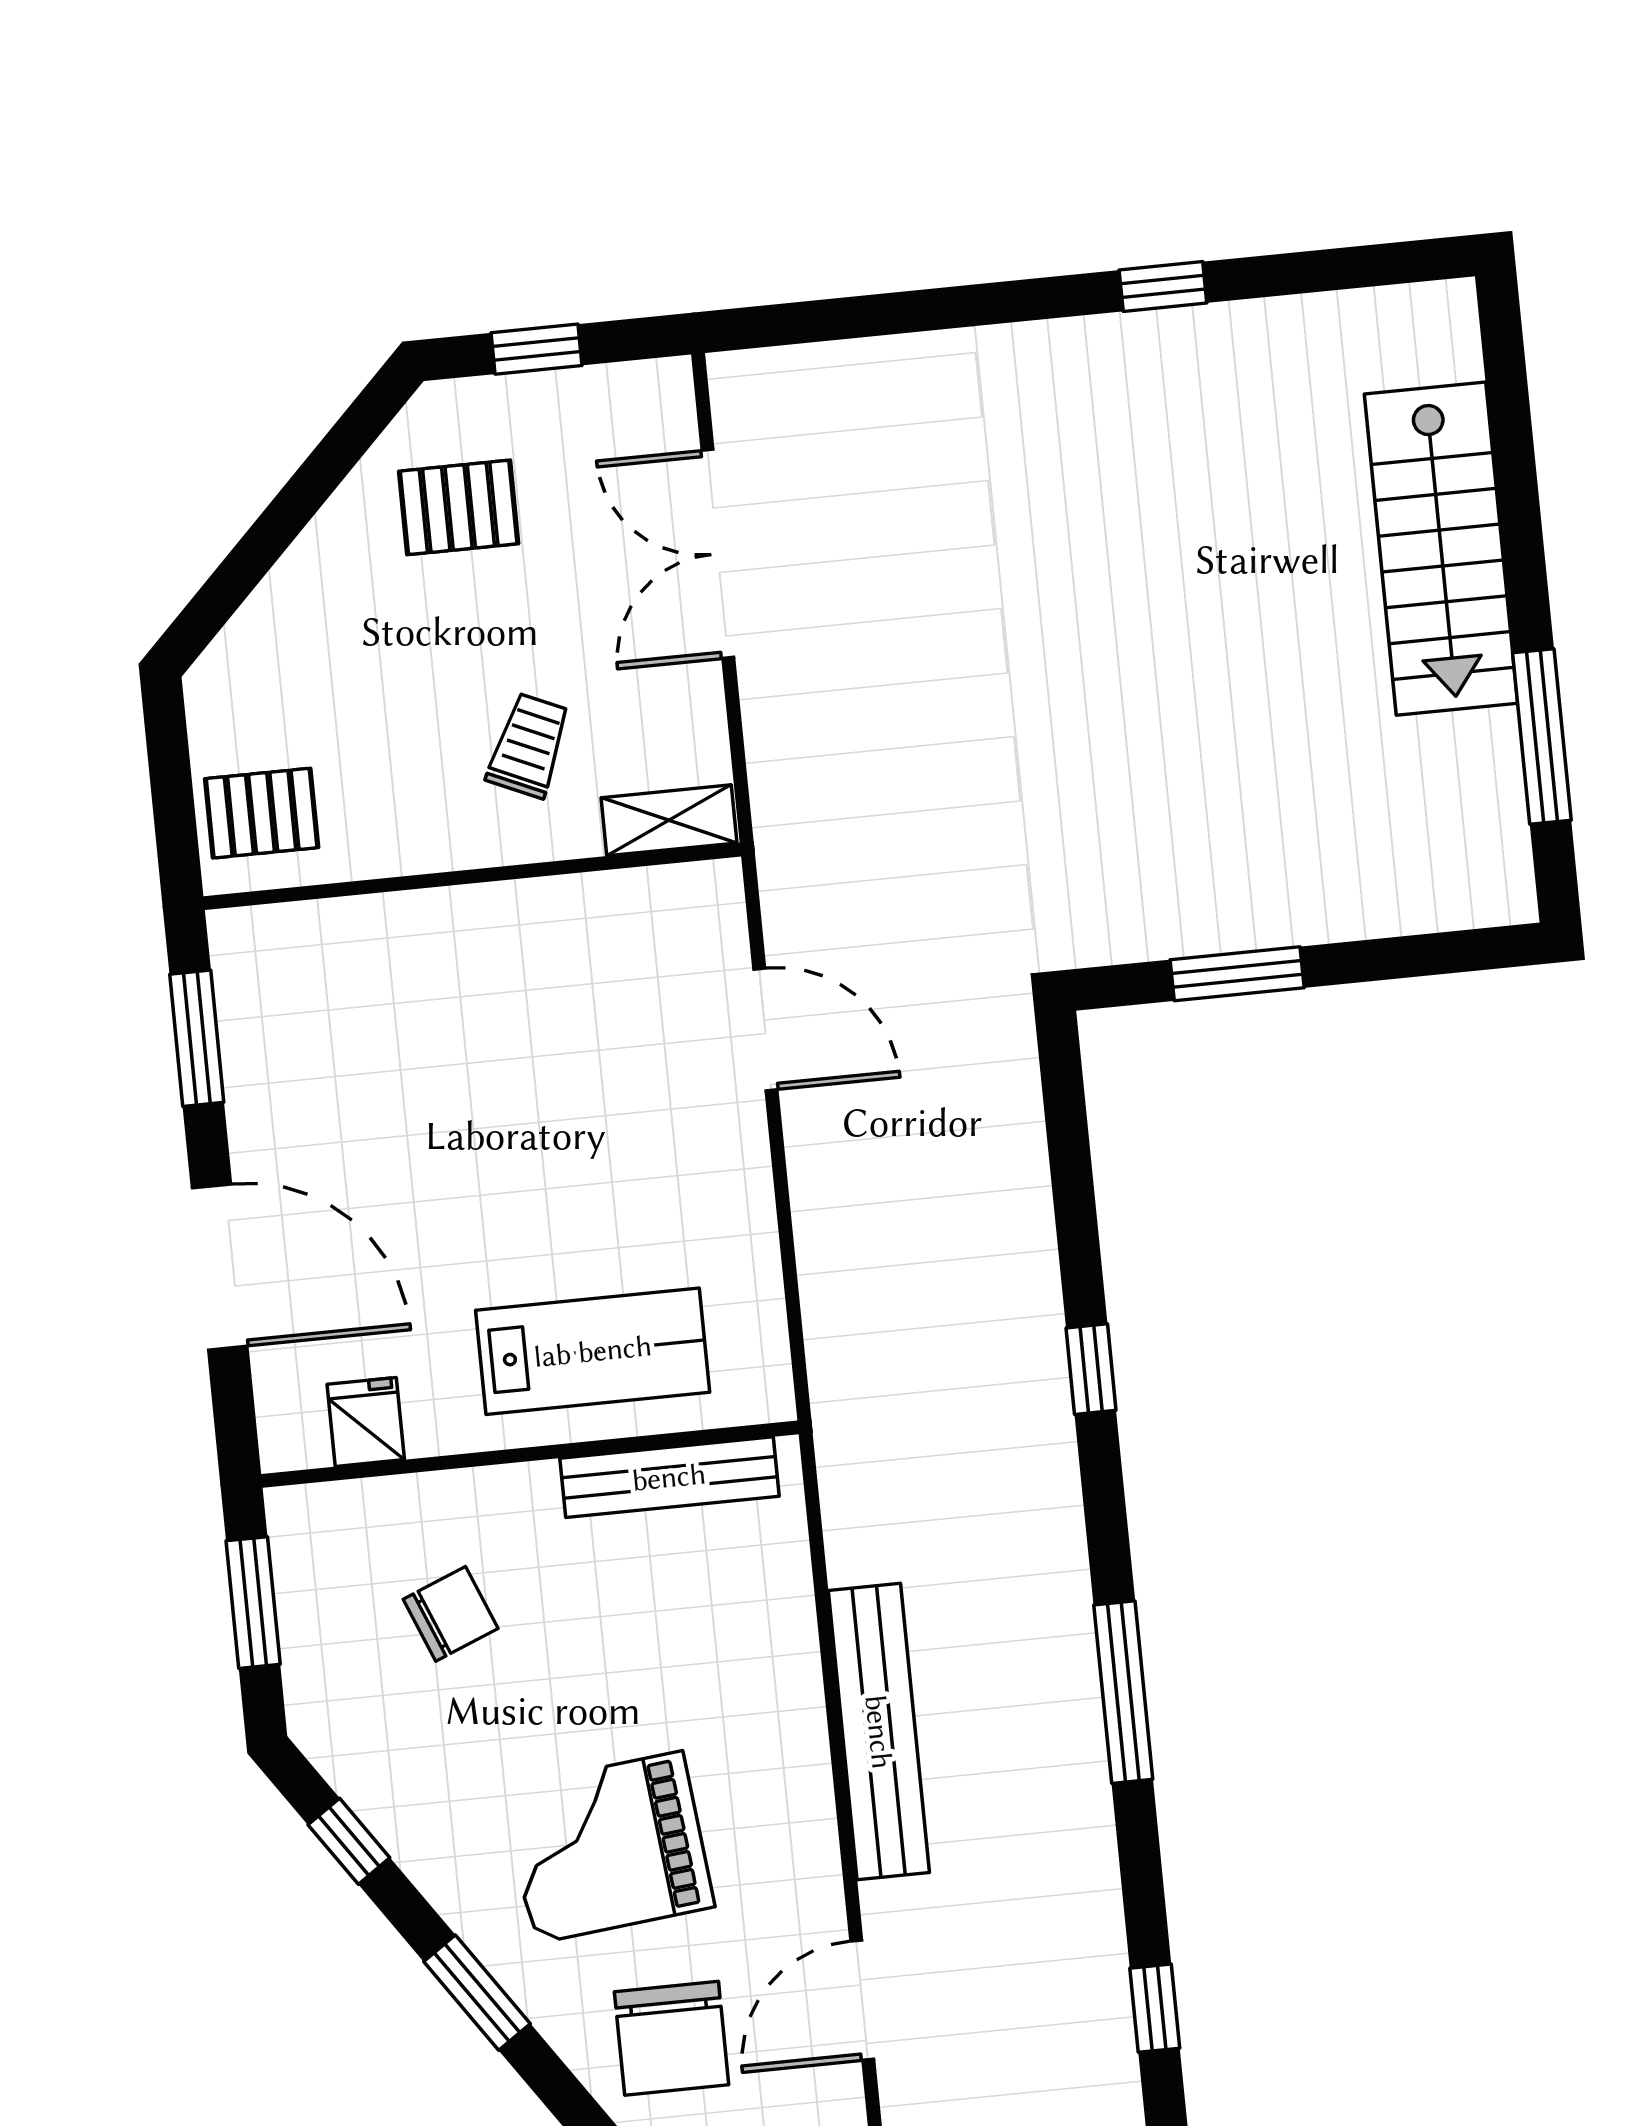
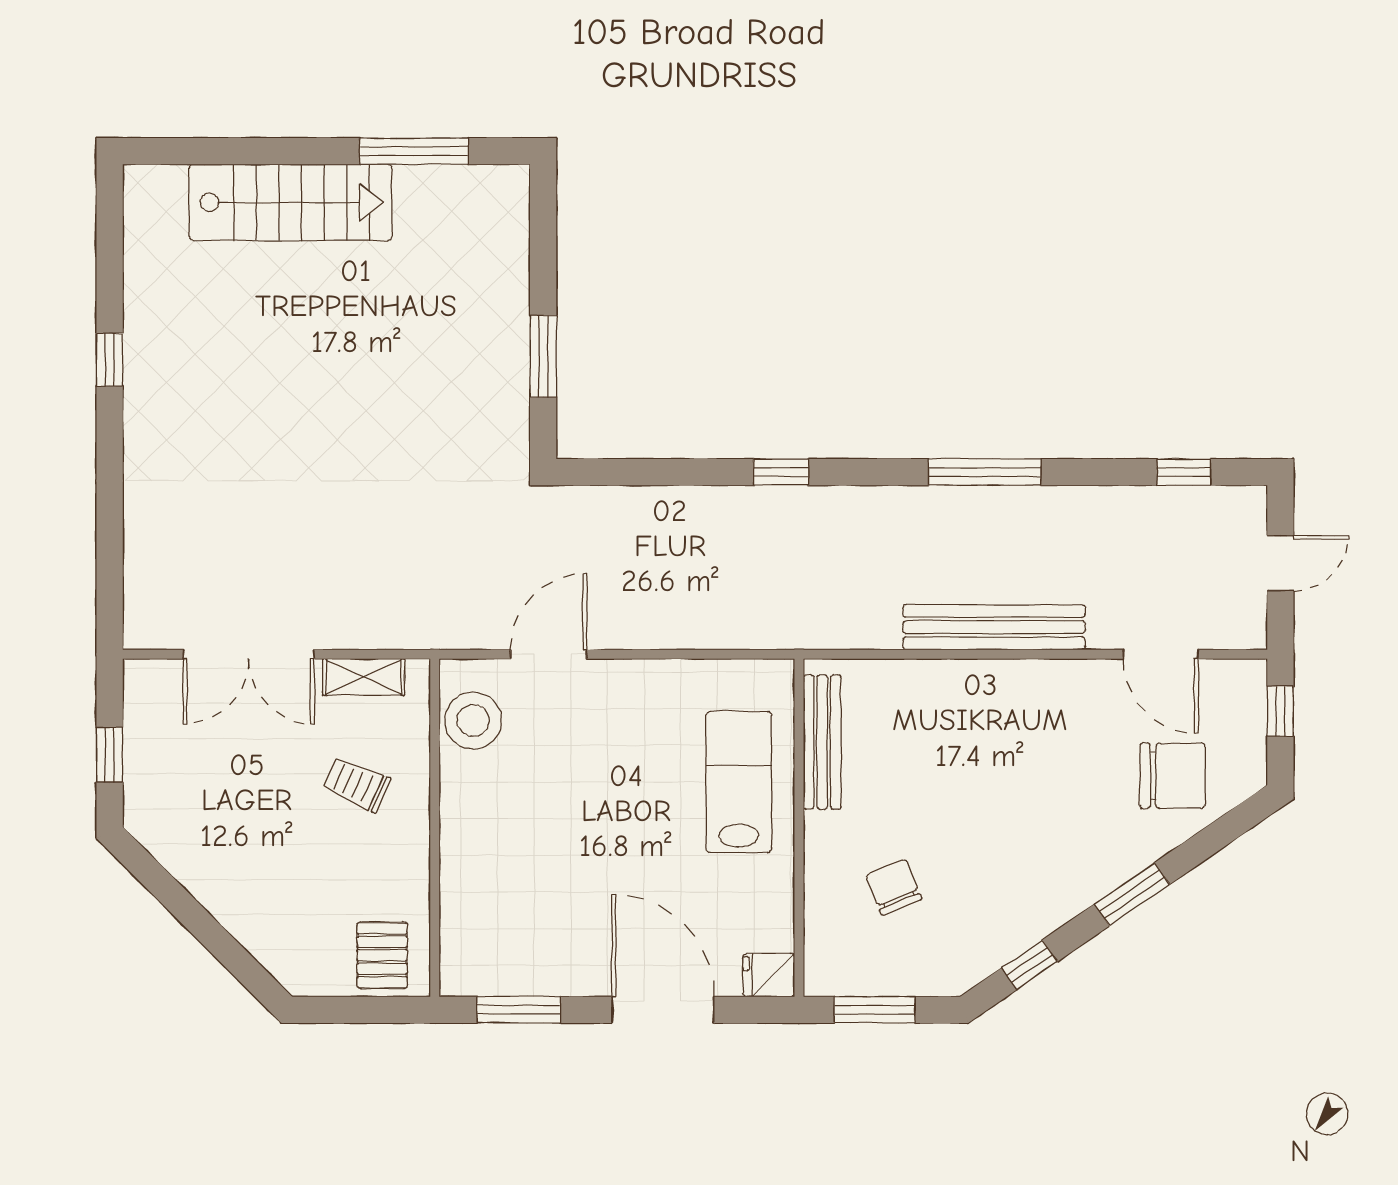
pallet: (459, 507) -> (204, 813), removed
shelving: (669, 820) -> (364, 677), moved, turned 90
stool: (648, 920) -> (473, 720), added
door: (220, 1267) -> (663, 1010), hinge flipped
fridge: (366, 1422) -> (769, 975), moved
grand piano: (608, 1847) -> (1049, 803), removed

